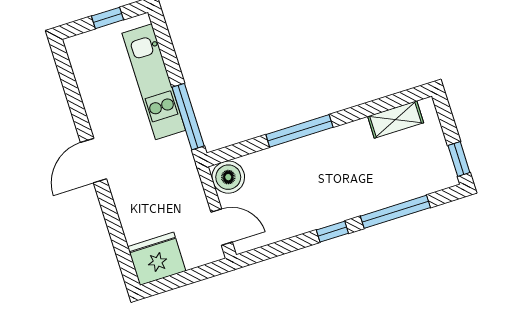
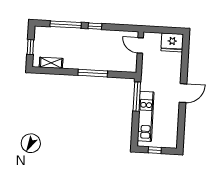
window: (459, 159) -> (30, 47), moved
boiler: (228, 177) -> (130, 65), removed

